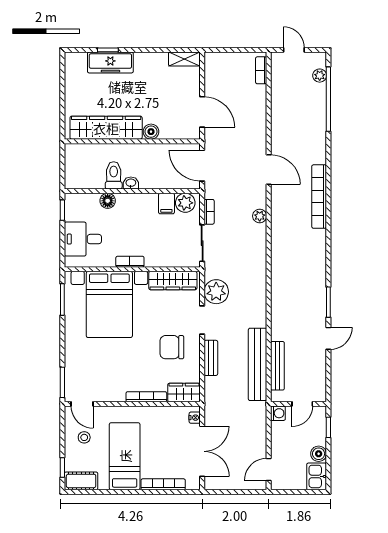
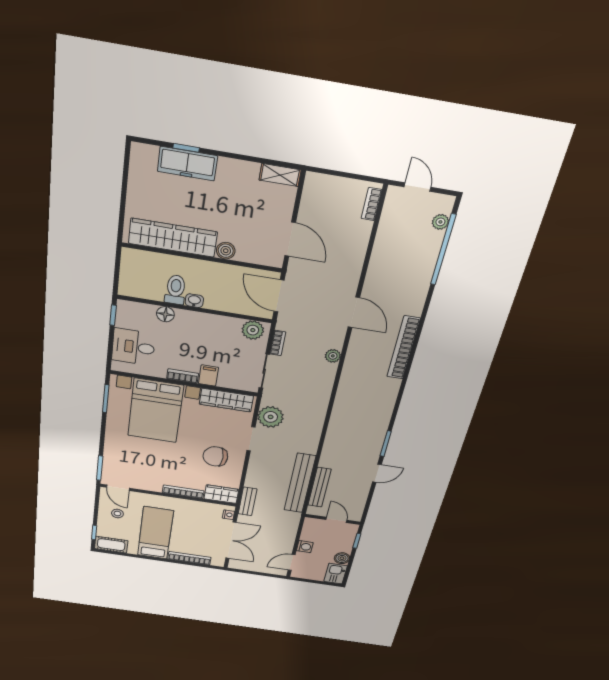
filing cabinet: (166, 204) -> (208, 375), moved, turned 180
bench: (211, 358) -> (248, 501), moved
door: (302, 404) -> (336, 520), swing flipped
washing machine: (278, 413) -> (305, 547), moved

